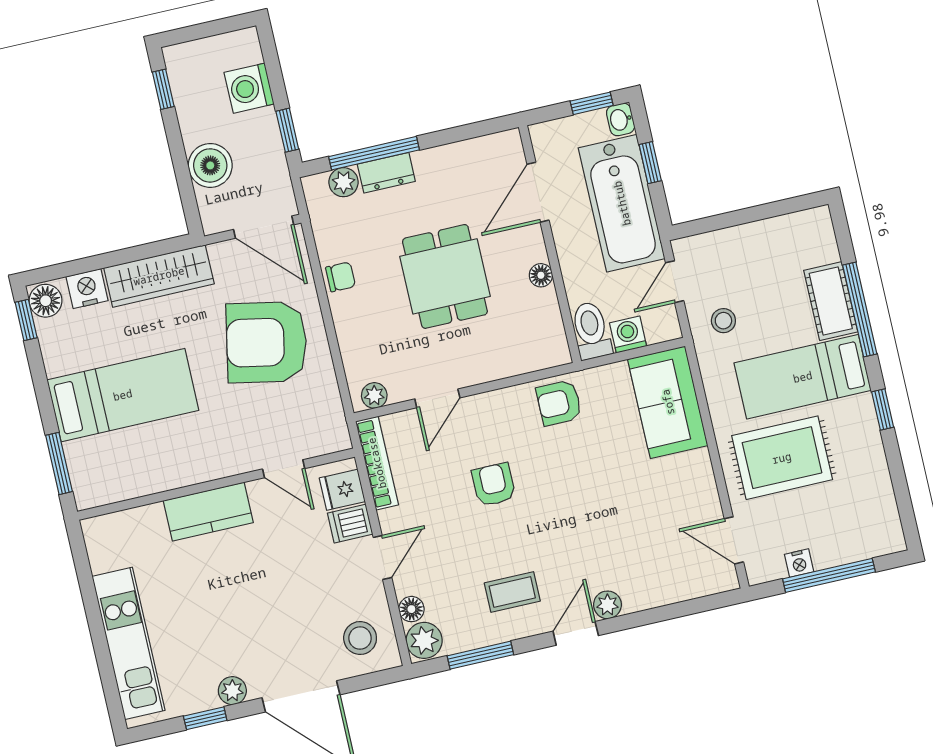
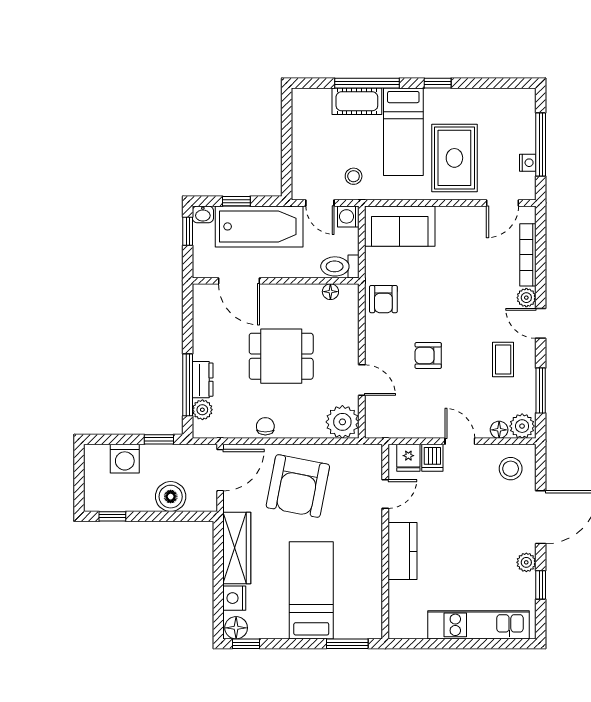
floor lamp: (541, 275) -> (330, 292), moved
washing machine: (628, 335) -> (348, 216), moved
plant: (374, 395) -> (342, 422), width x1.88, depth x1.88
bookcase: (377, 463) -> (528, 255), moved, turned -90

